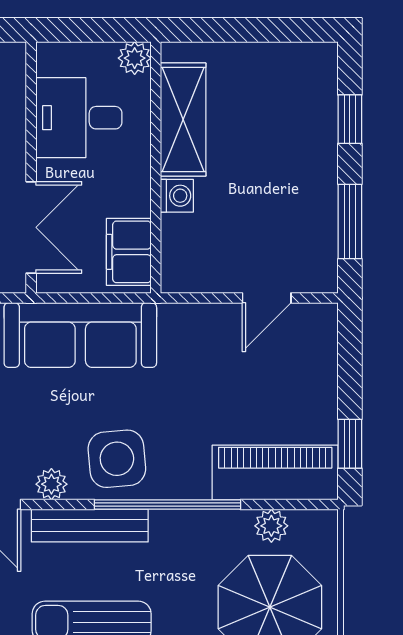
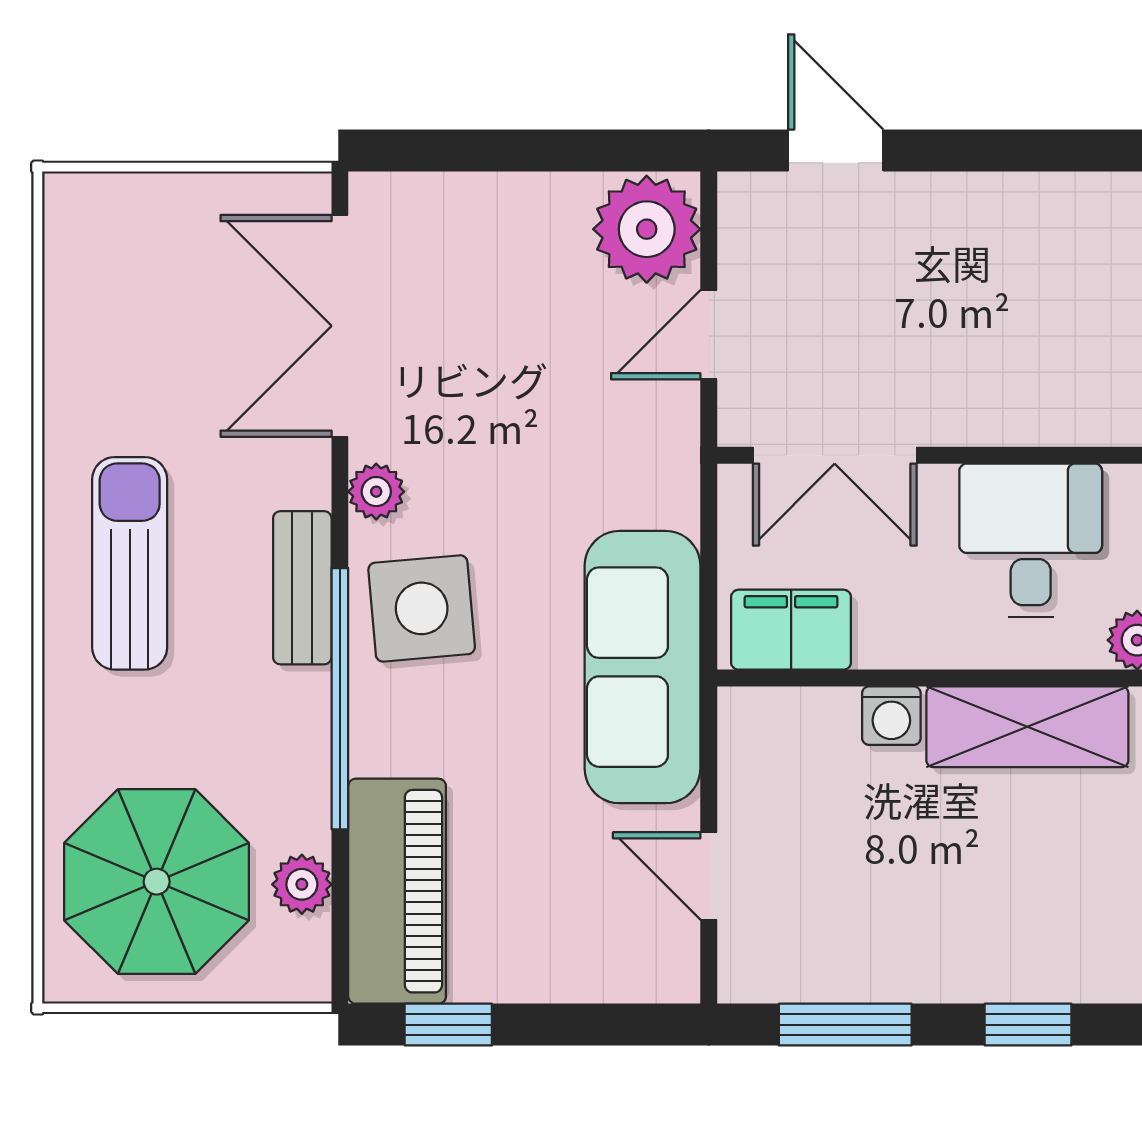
sofa: (80, 335) -> (642, 667), moved
bench: (90, 526) -> (302, 588), width x0.73

